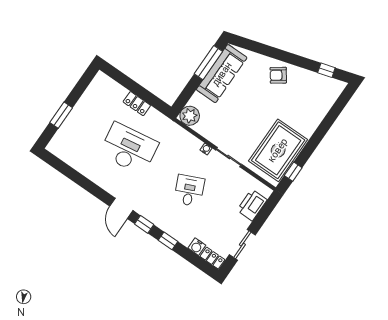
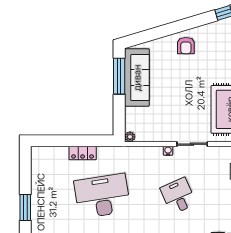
armchair: (278, 75) -> (186, 46), turned -54
plant: (190, 116) -> (130, 137), width x0.53, depth x0.53

